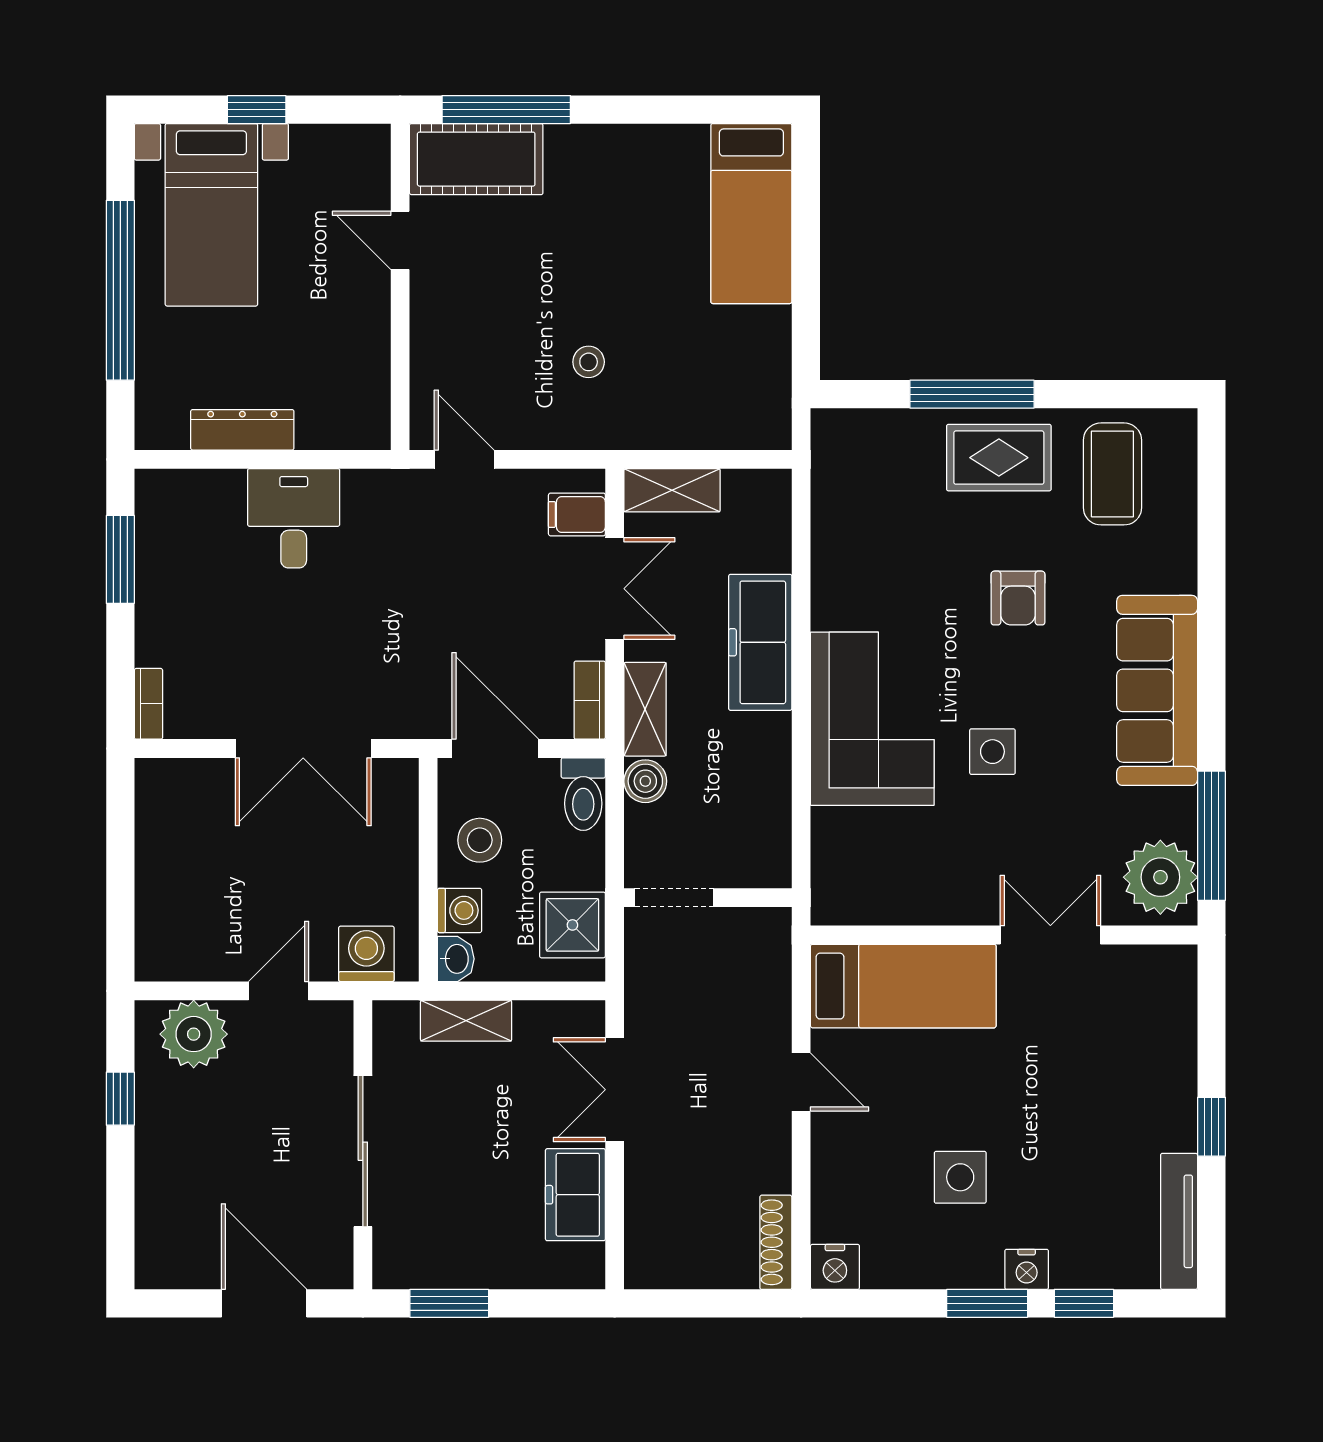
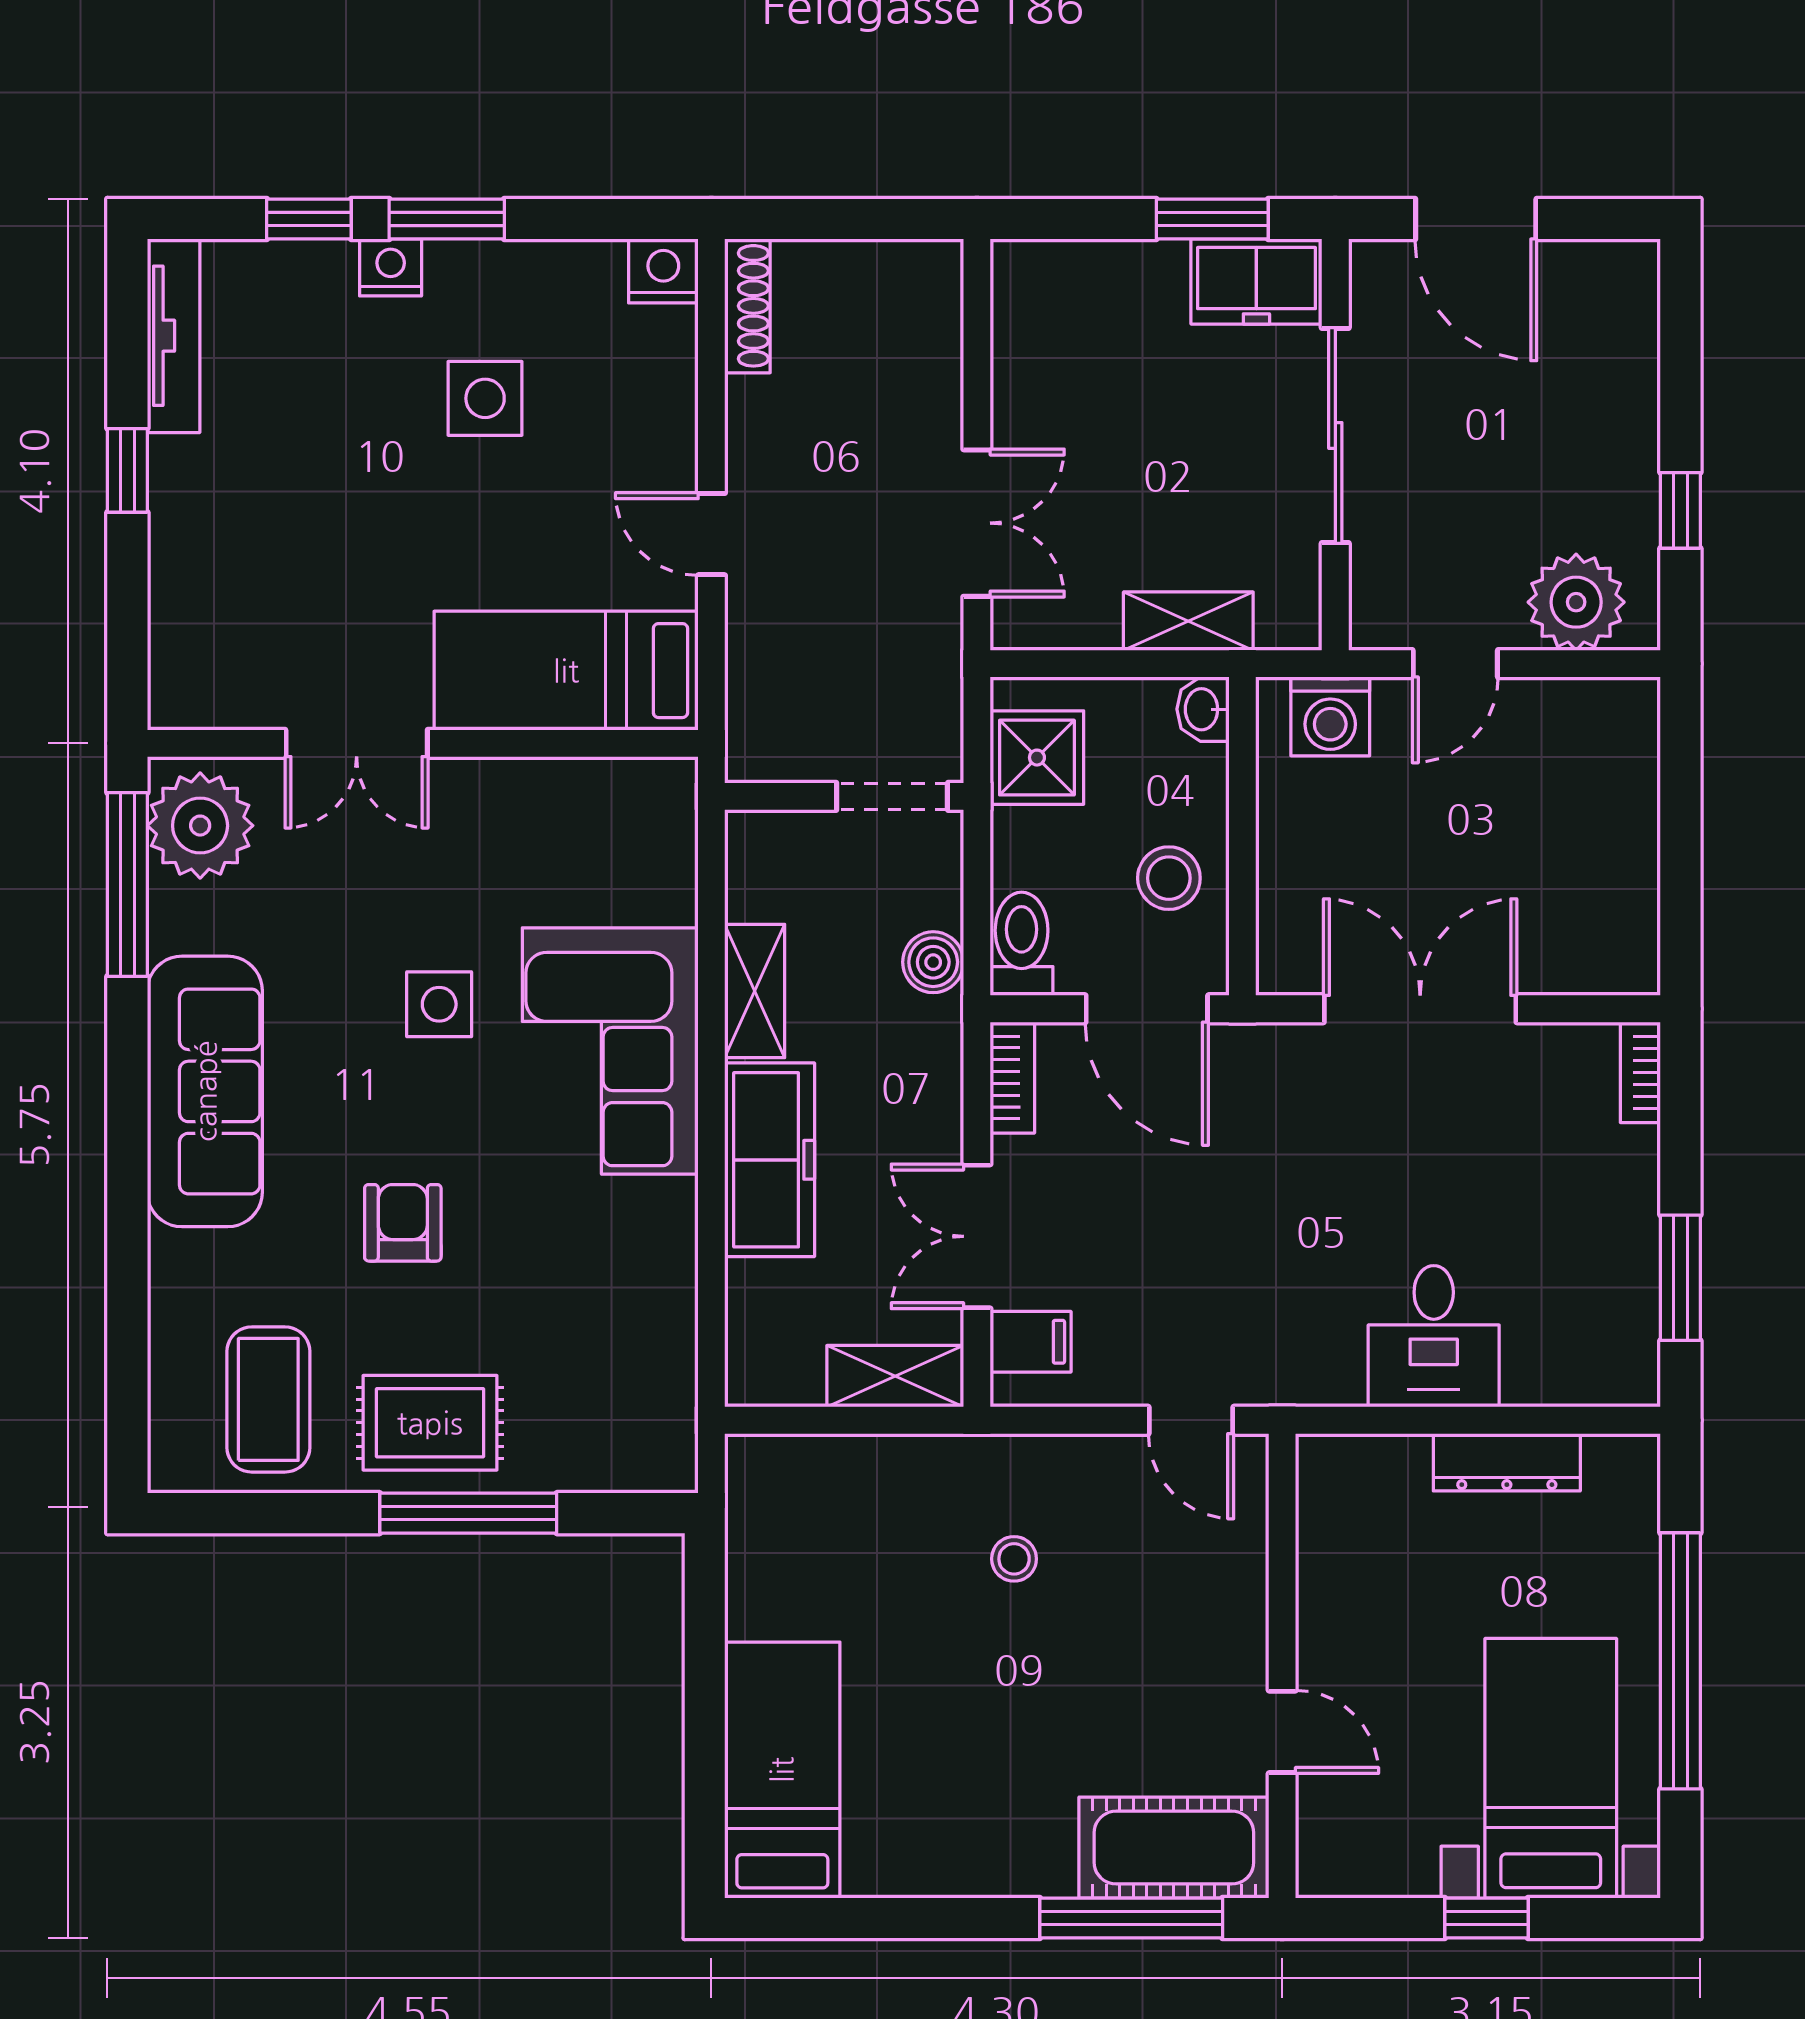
shelving: (645, 709) -> (755, 991), moved
washing machine: (460, 910) -> (1198, 778), removed
freezer: (575, 1195) -> (1256, 281), moved, turned 90

